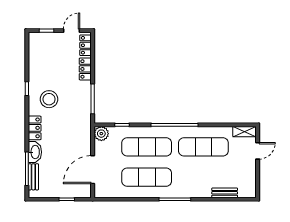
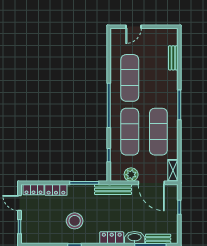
stool: (49, 99) -> (75, 221), moved
bench: (86, 129) -> (113, 189), added
shelving: (244, 132) -> (173, 170), moved
plant: (101, 134) -> (131, 175), moved
door: (258, 151) -> (133, 27), swing flipped

